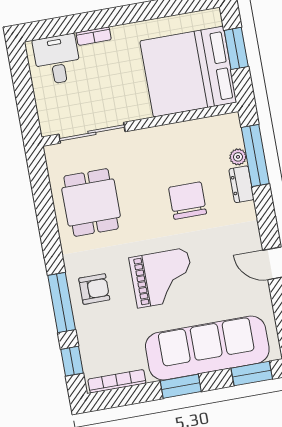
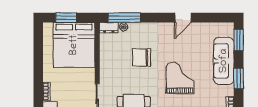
dresser: (241, 184) -> (109, 28), moved
sofa: (207, 348) -> (224, 61), width x0.74, depth x0.79

